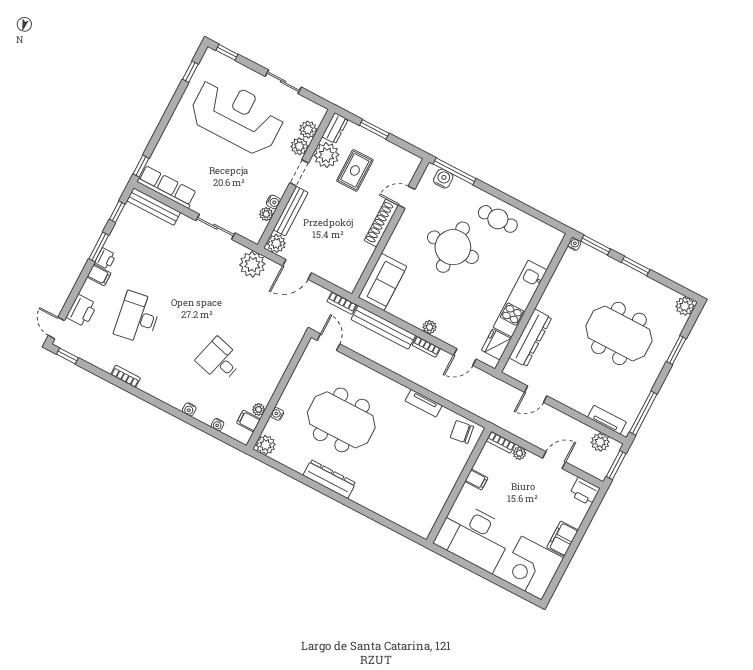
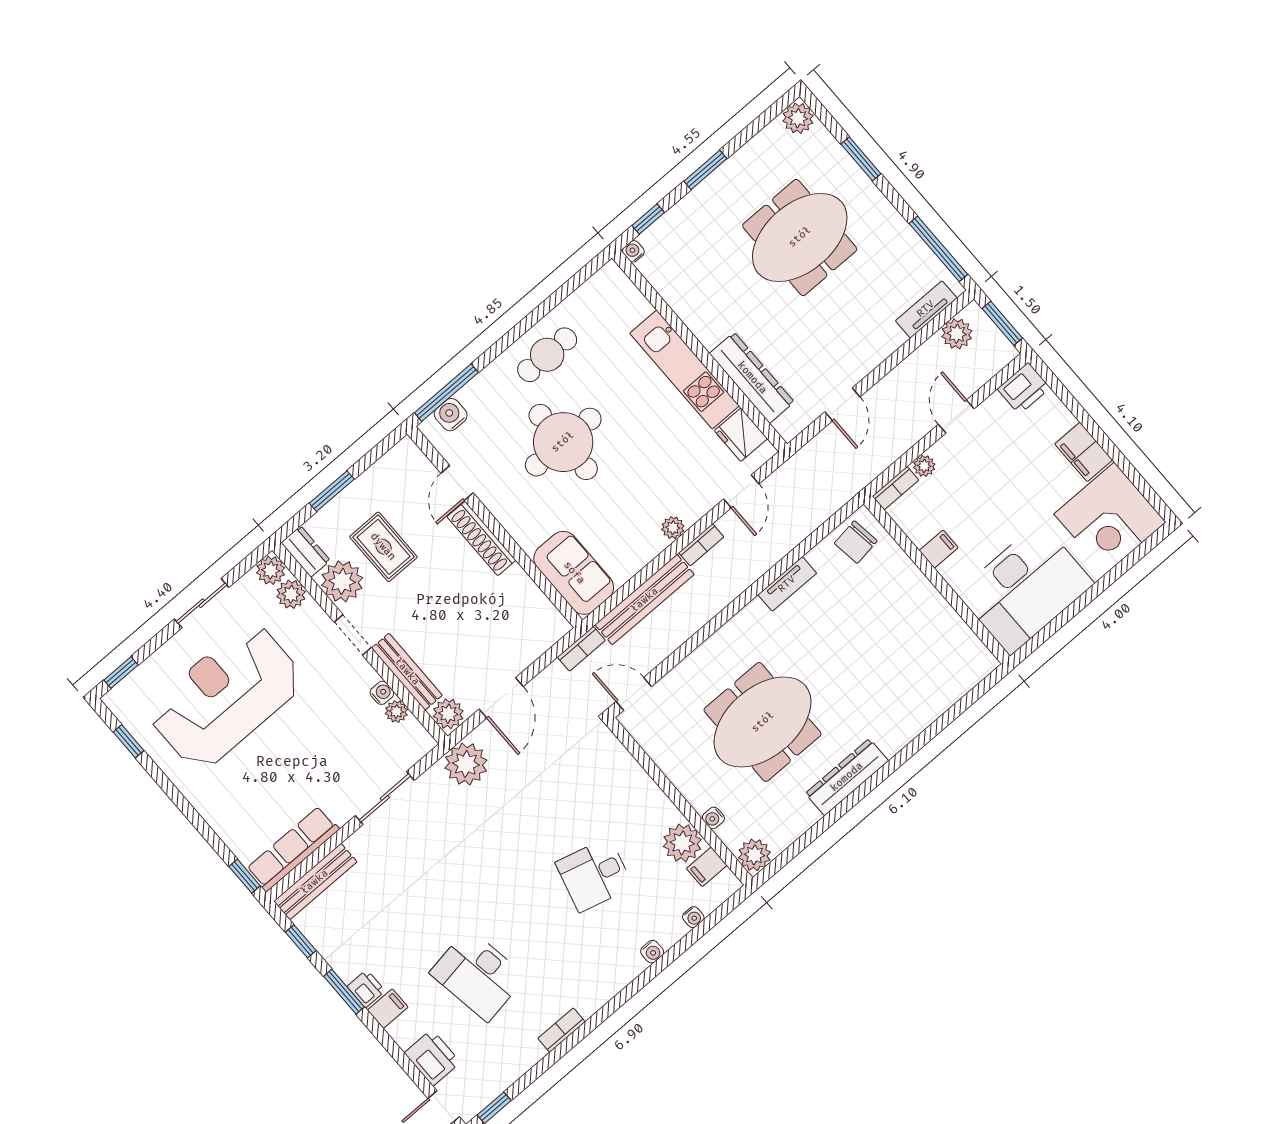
plant: (299, 146) -> (271, 570), moved
window: (596, 245) -> (648, 219), width x0.67
plant: (259, 409) -> (682, 843), width x1.87, depth x1.87

